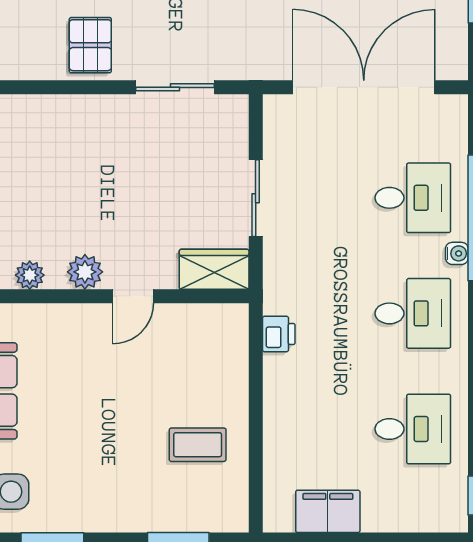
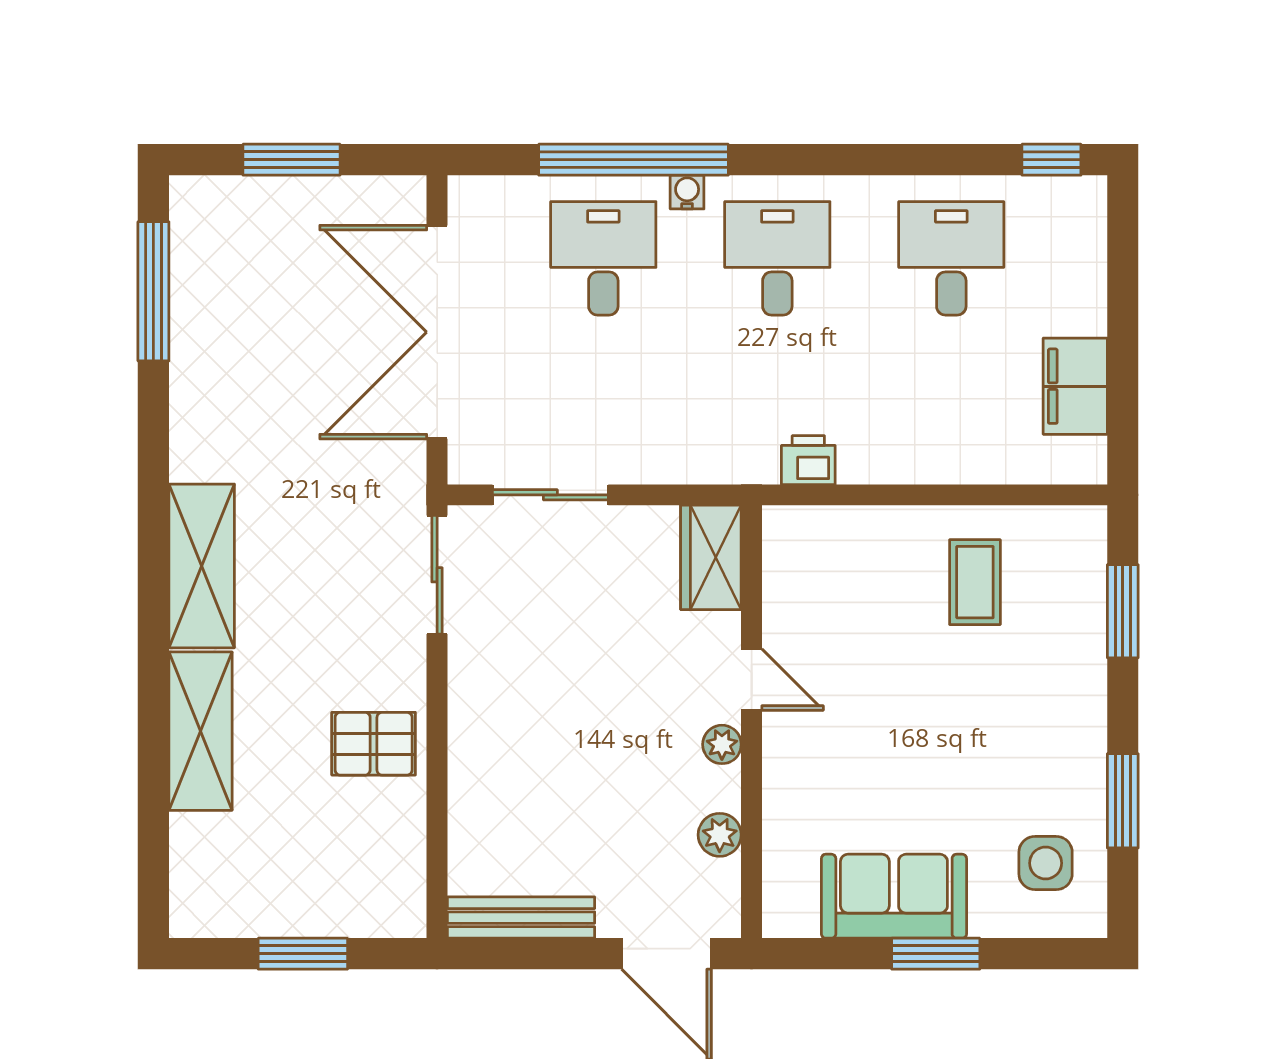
sliding door: (175, 87) -> (437, 575), moved
sliding door: (256, 198) -> (550, 495), moved
plant: (85, 272) -> (722, 744), width x0.73, depth x0.73

